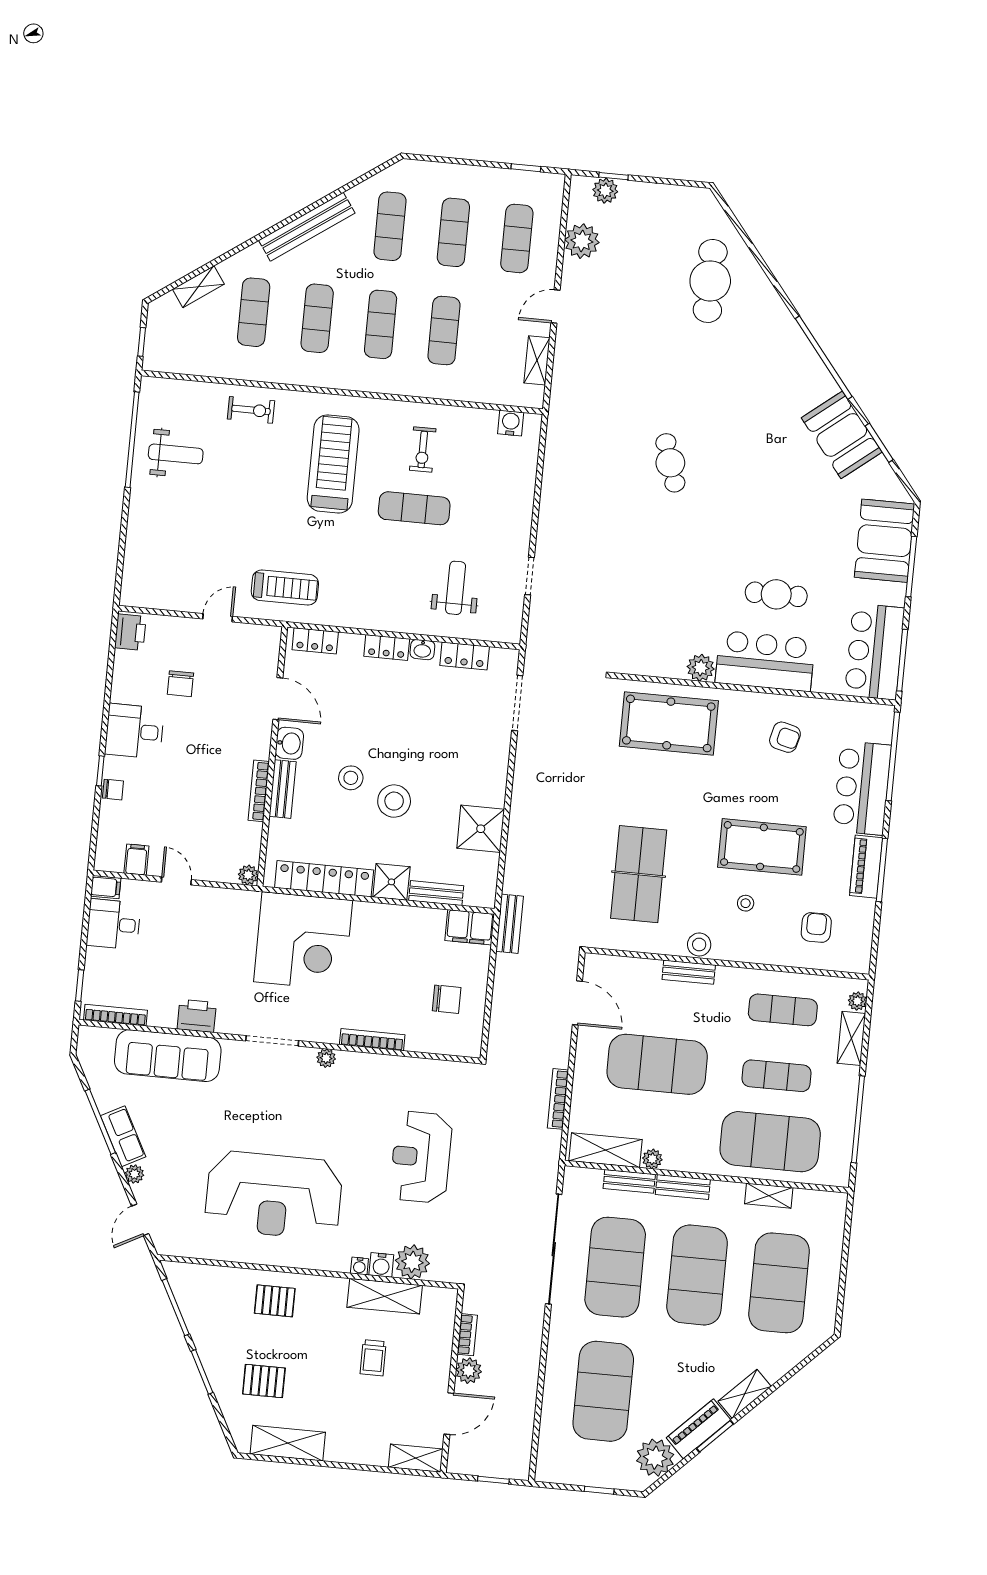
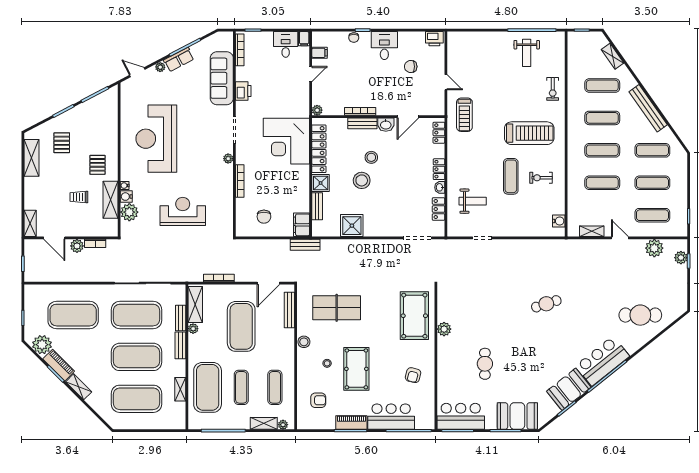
bar counter: (765, 661) -> (602, 361), moved, turned -129
bench: (689, 972) -> (289, 310), moved, width x1.36
pallet: (275, 1301) -> (97, 165), moved

